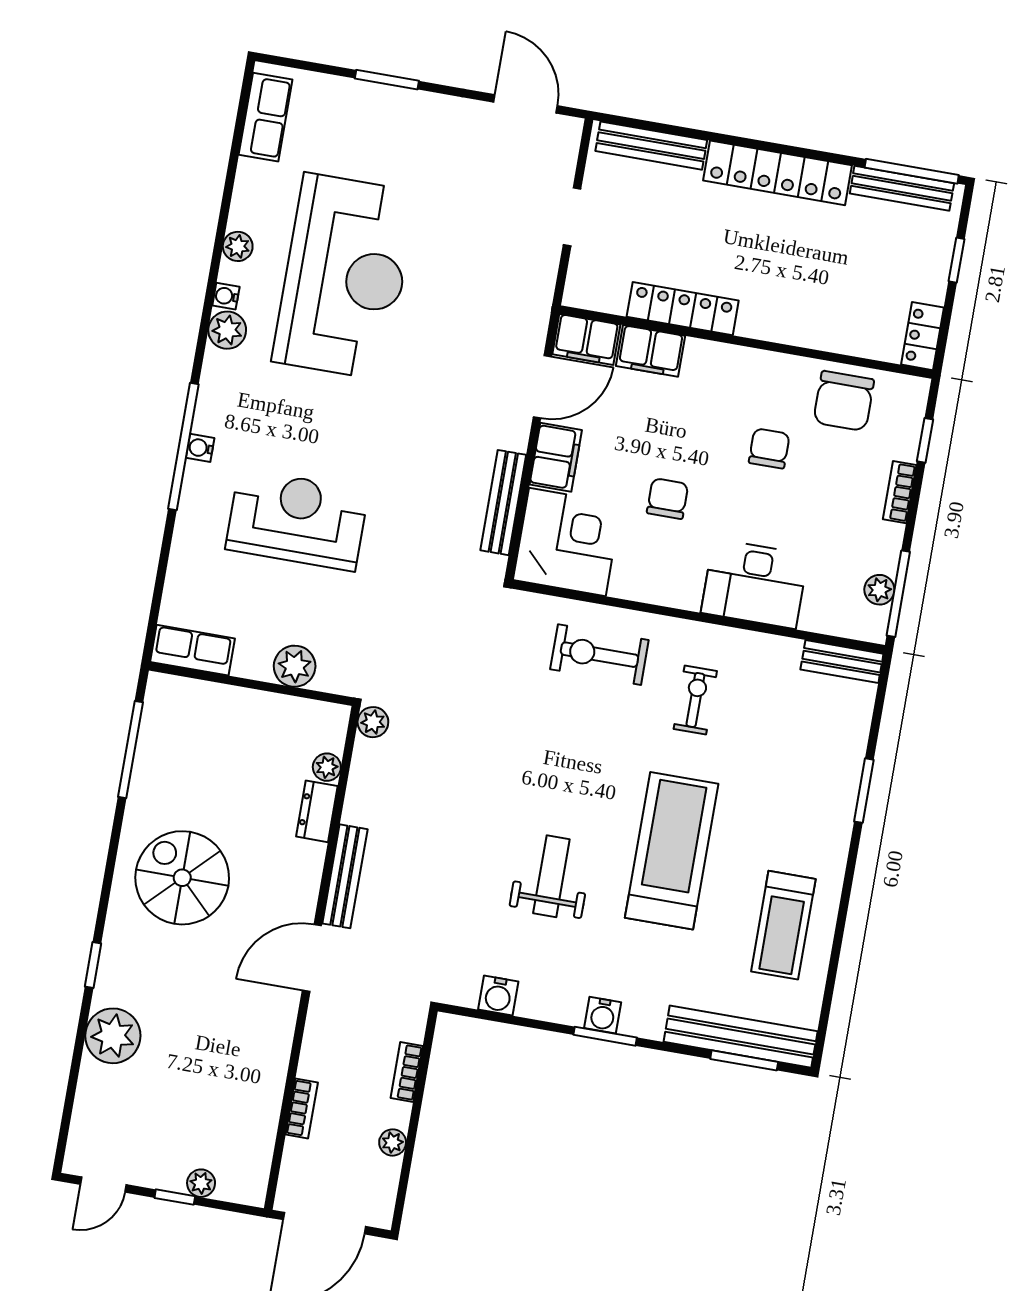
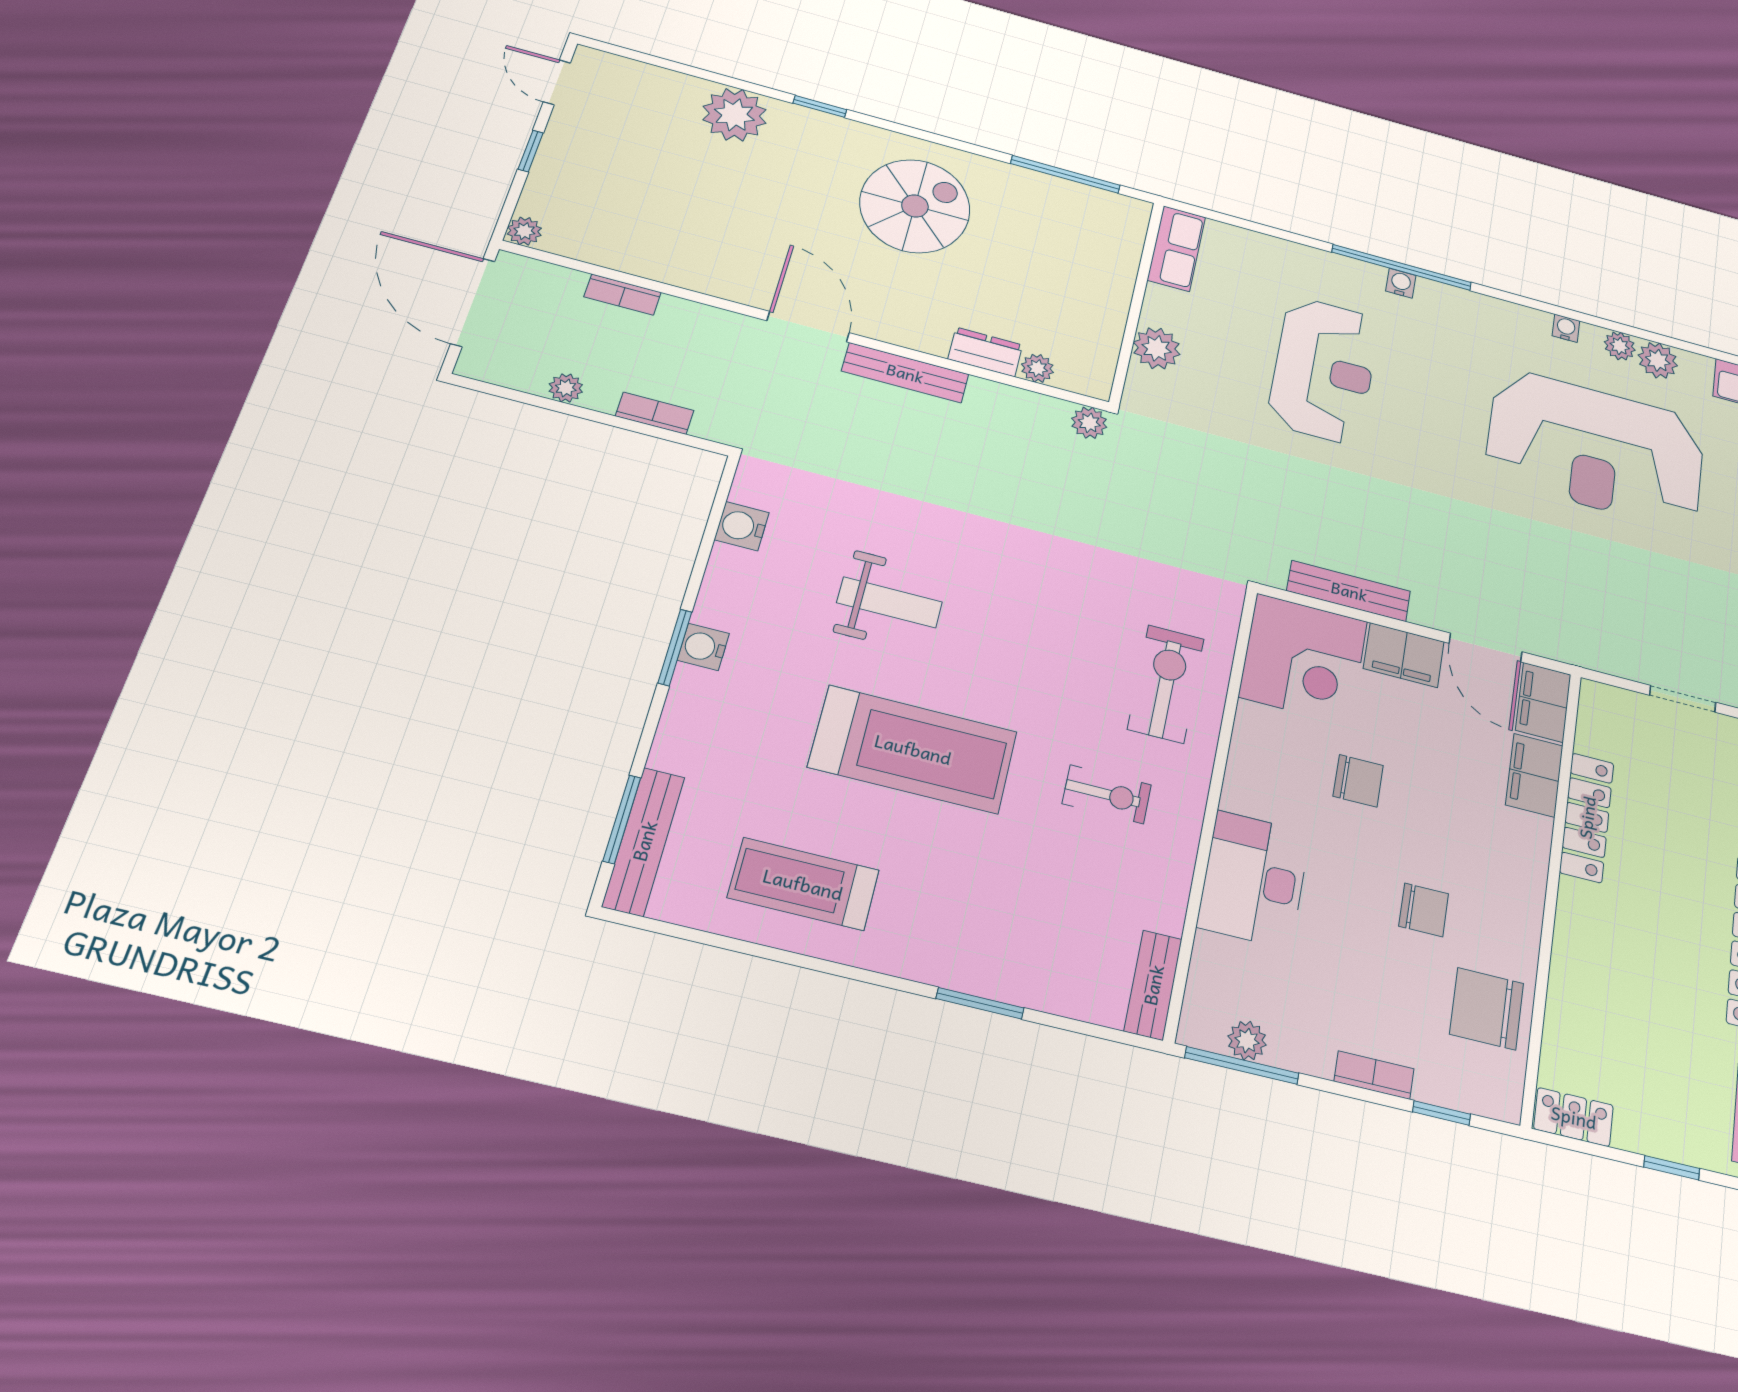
plant: (227, 330) -> (1658, 360), moved
bench: (741, 1037) -> (644, 841), width x0.73, depth x0.82
plant: (201, 1183) -> (524, 231), moved

